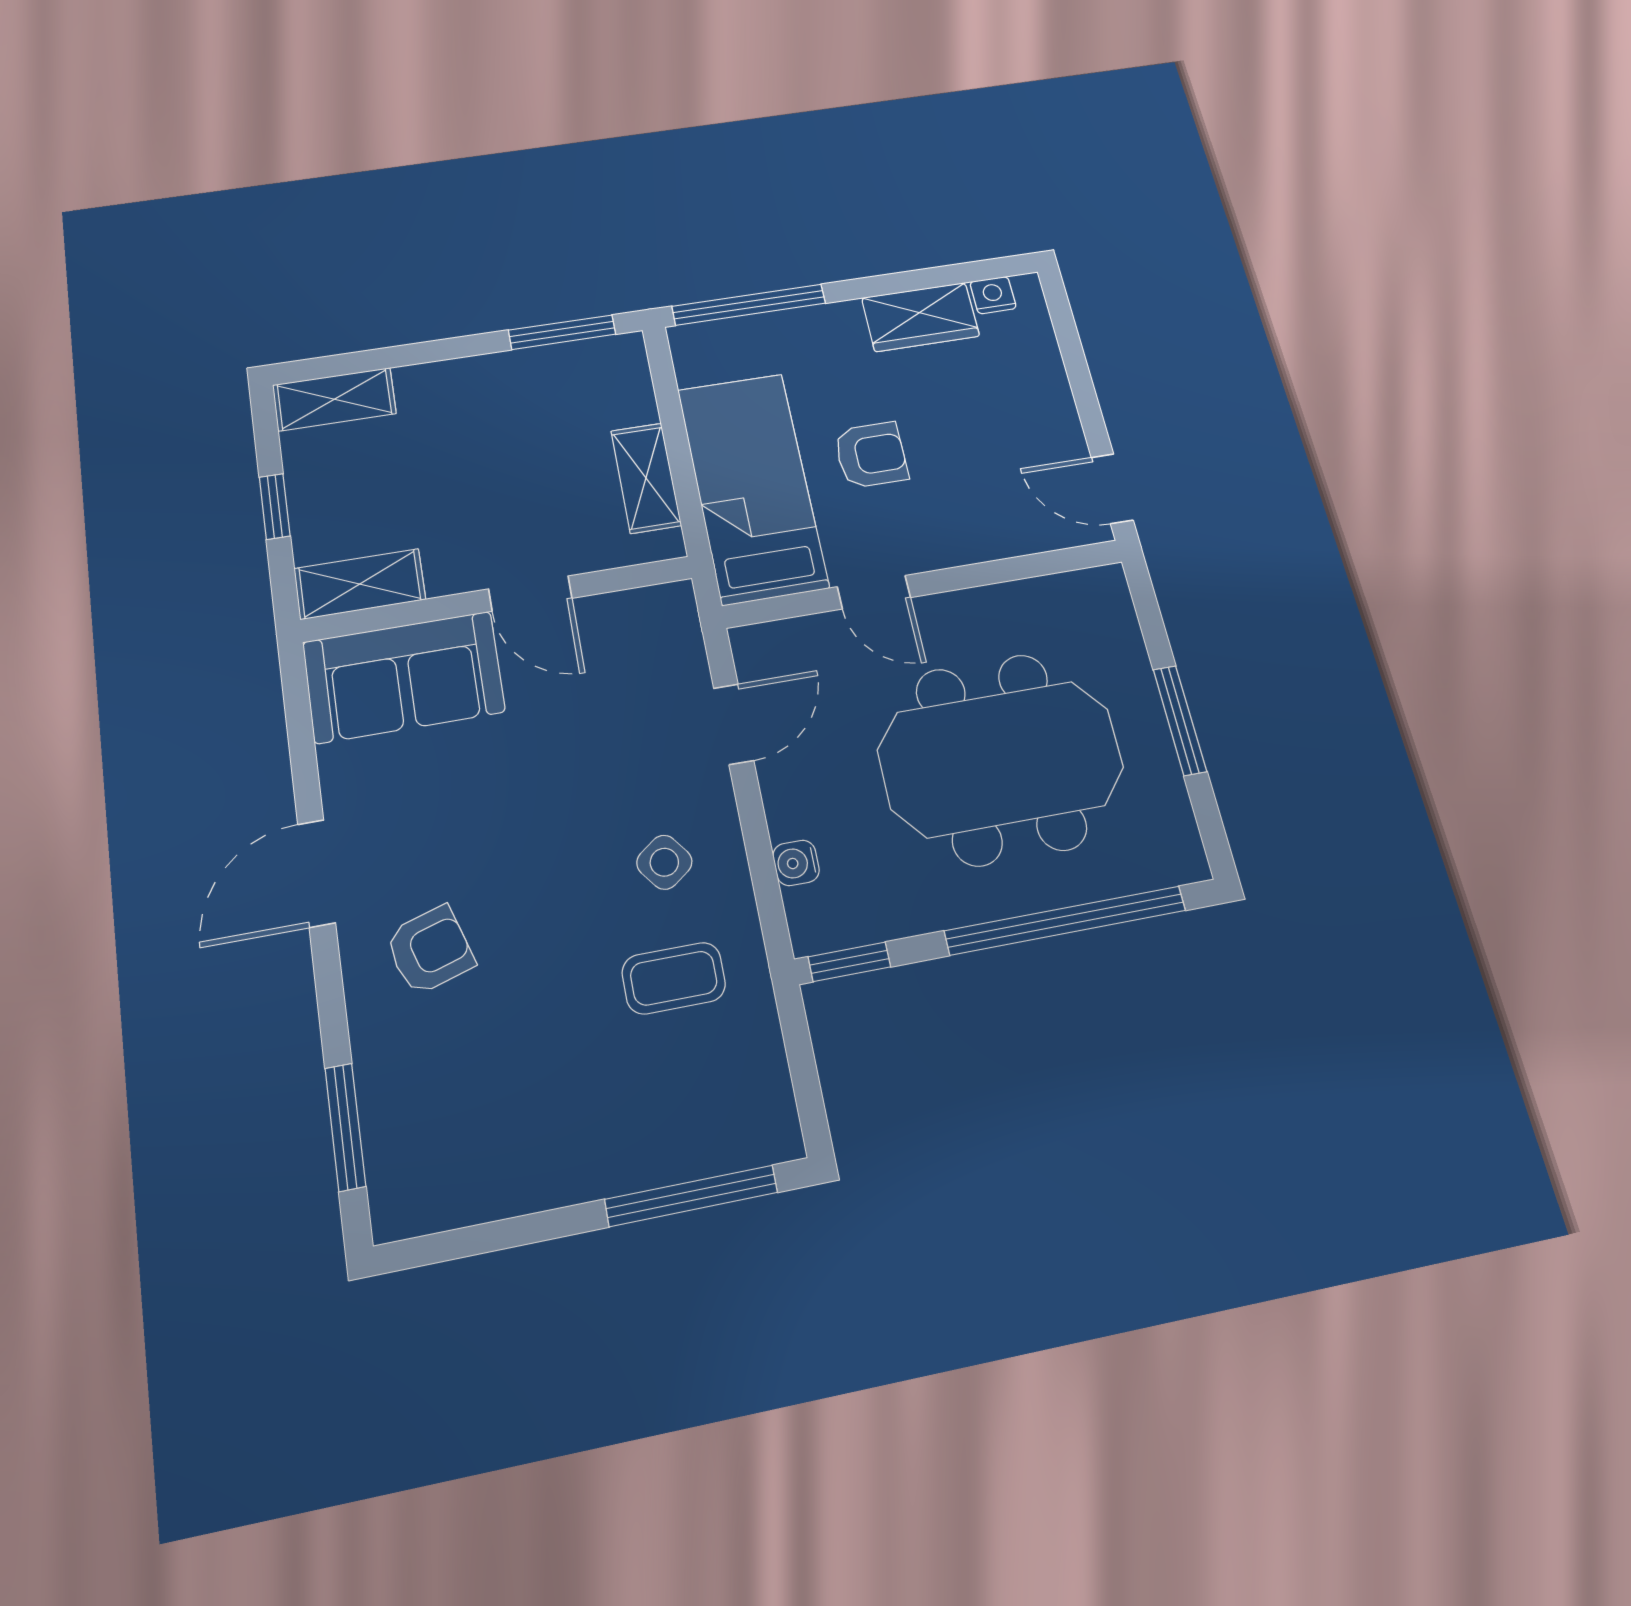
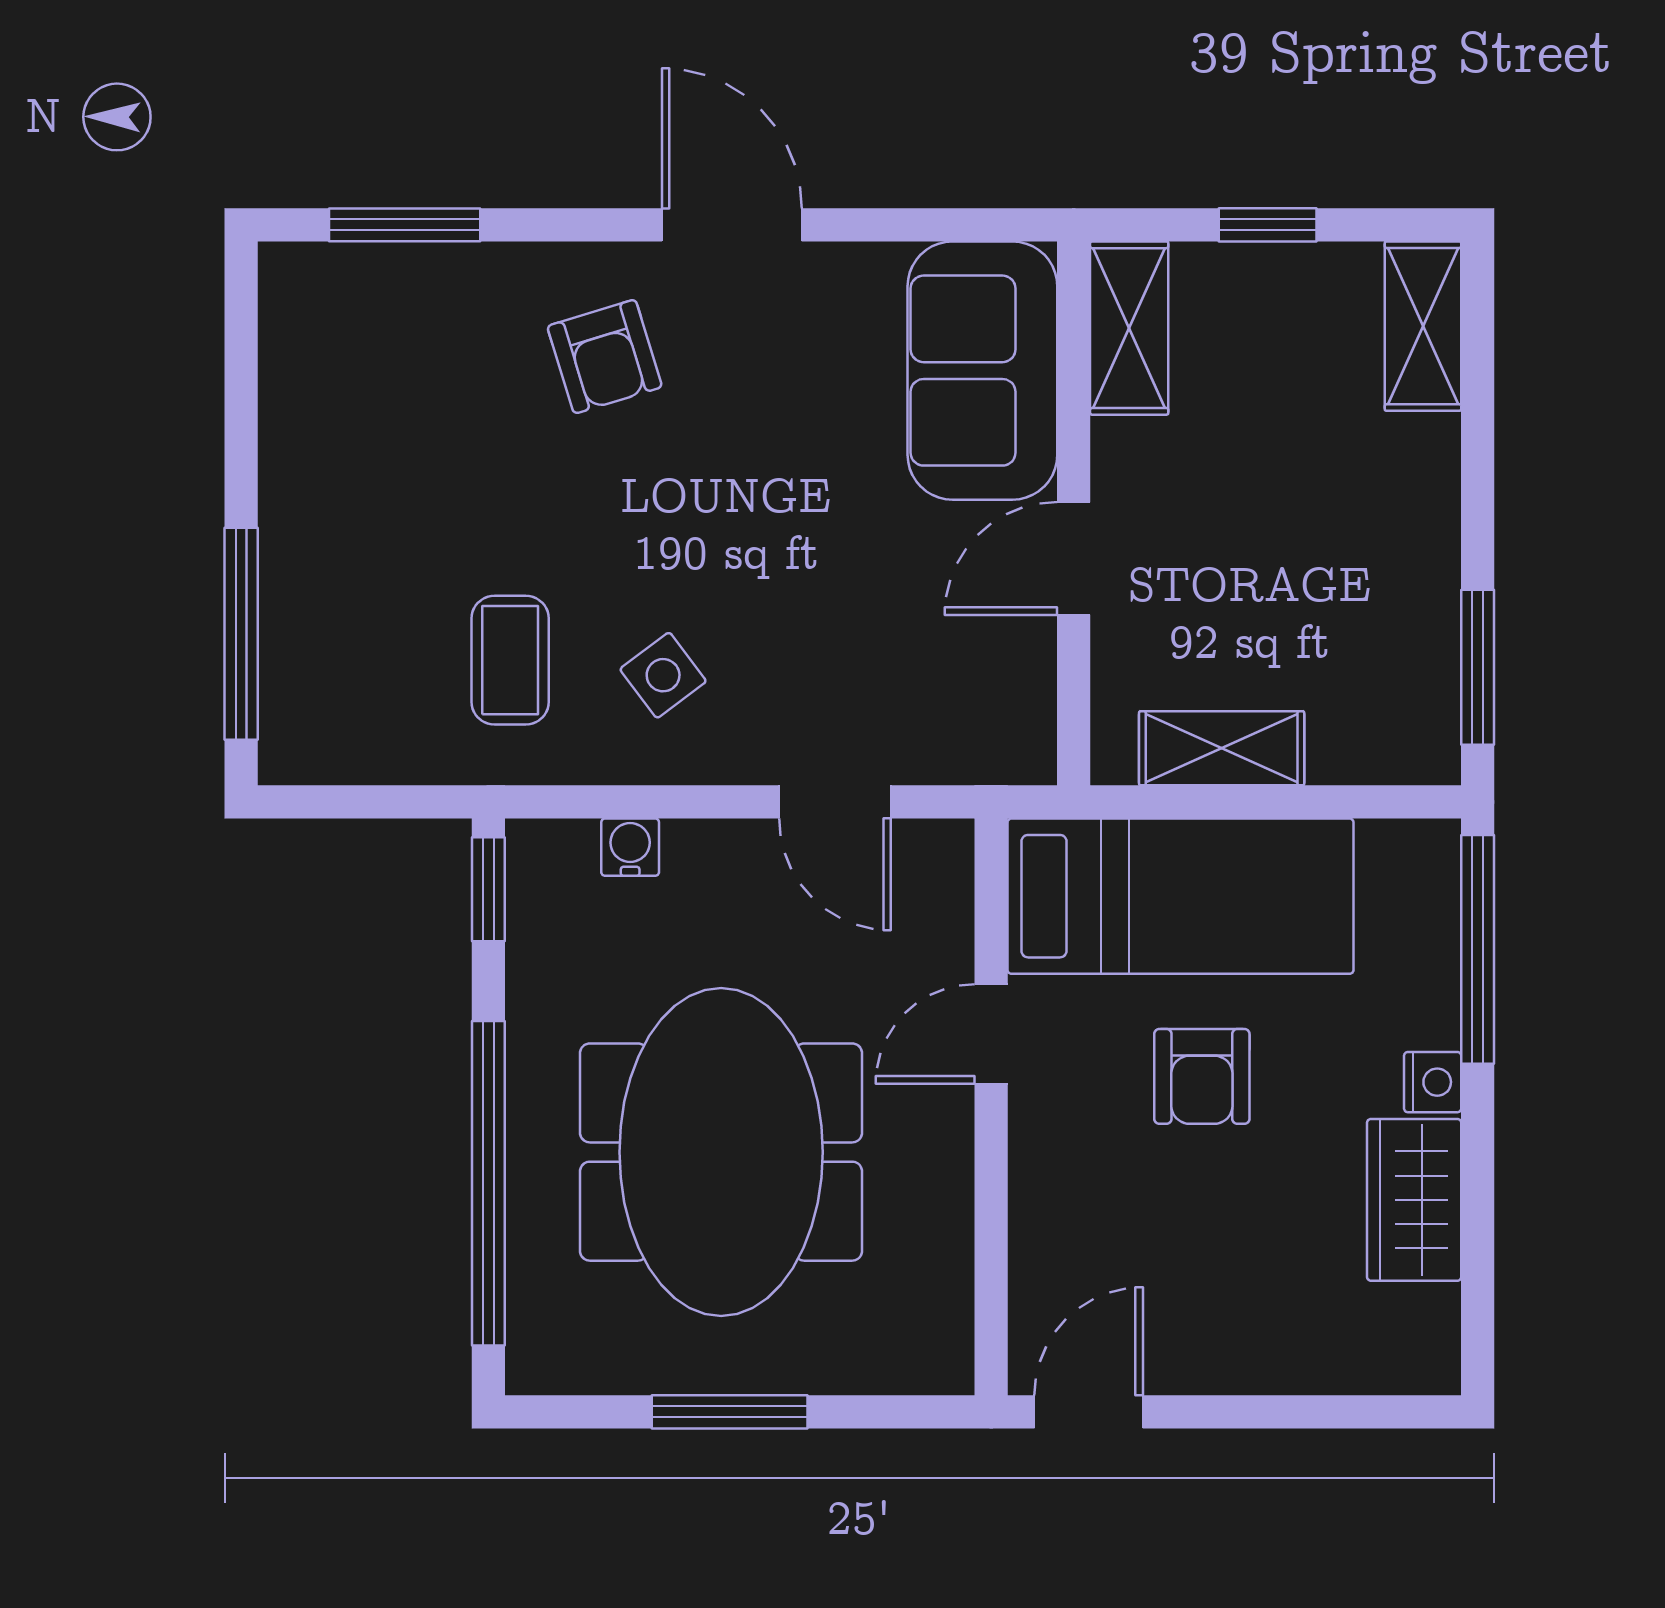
nightstand: (993, 295) -> (1433, 1082), moved

